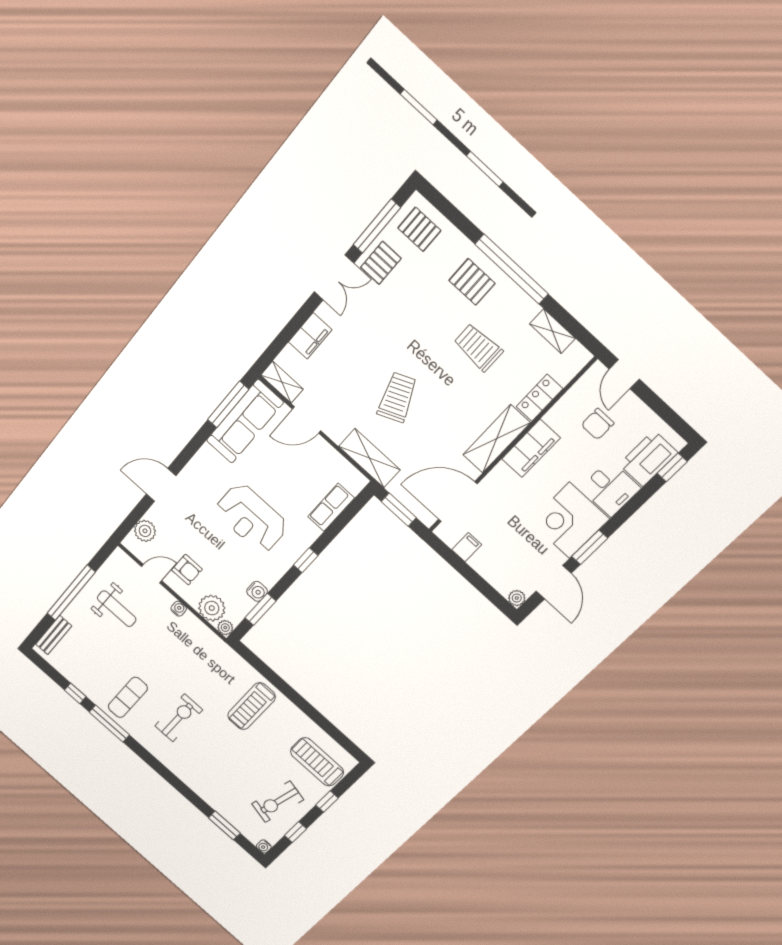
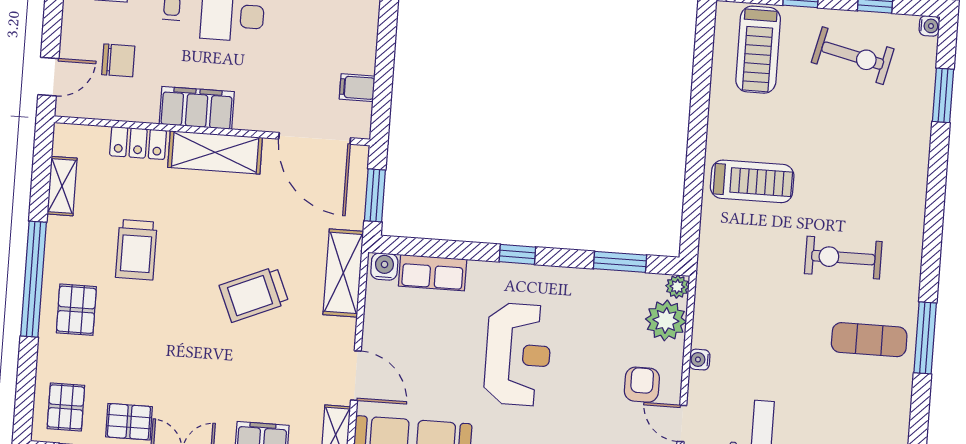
water cooler: (257, 591) -> (384, 267), moved
window: (75, 693) -> (920, 409), removed

